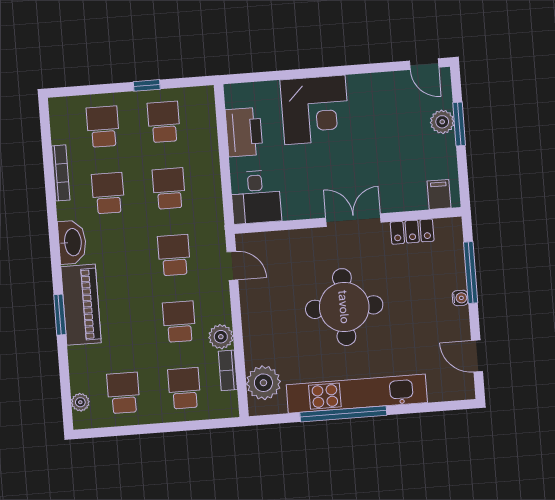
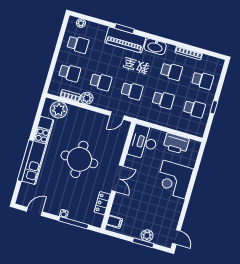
door: (424, 64) -> (176, 237), swing flipped
desk: (256, 197) -> (143, 142), width x1.37
window: (343, 414) -> (25, 161), moved

